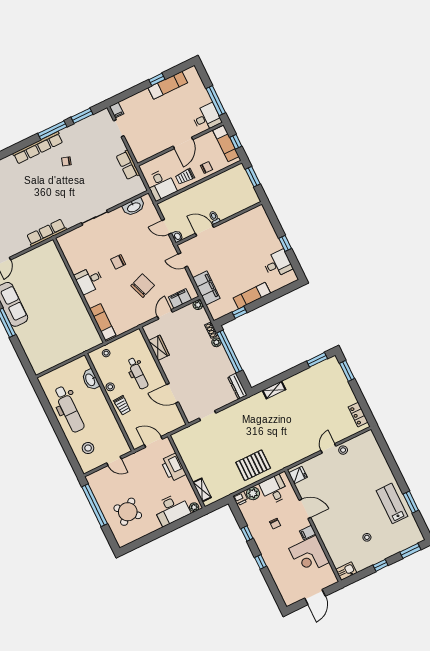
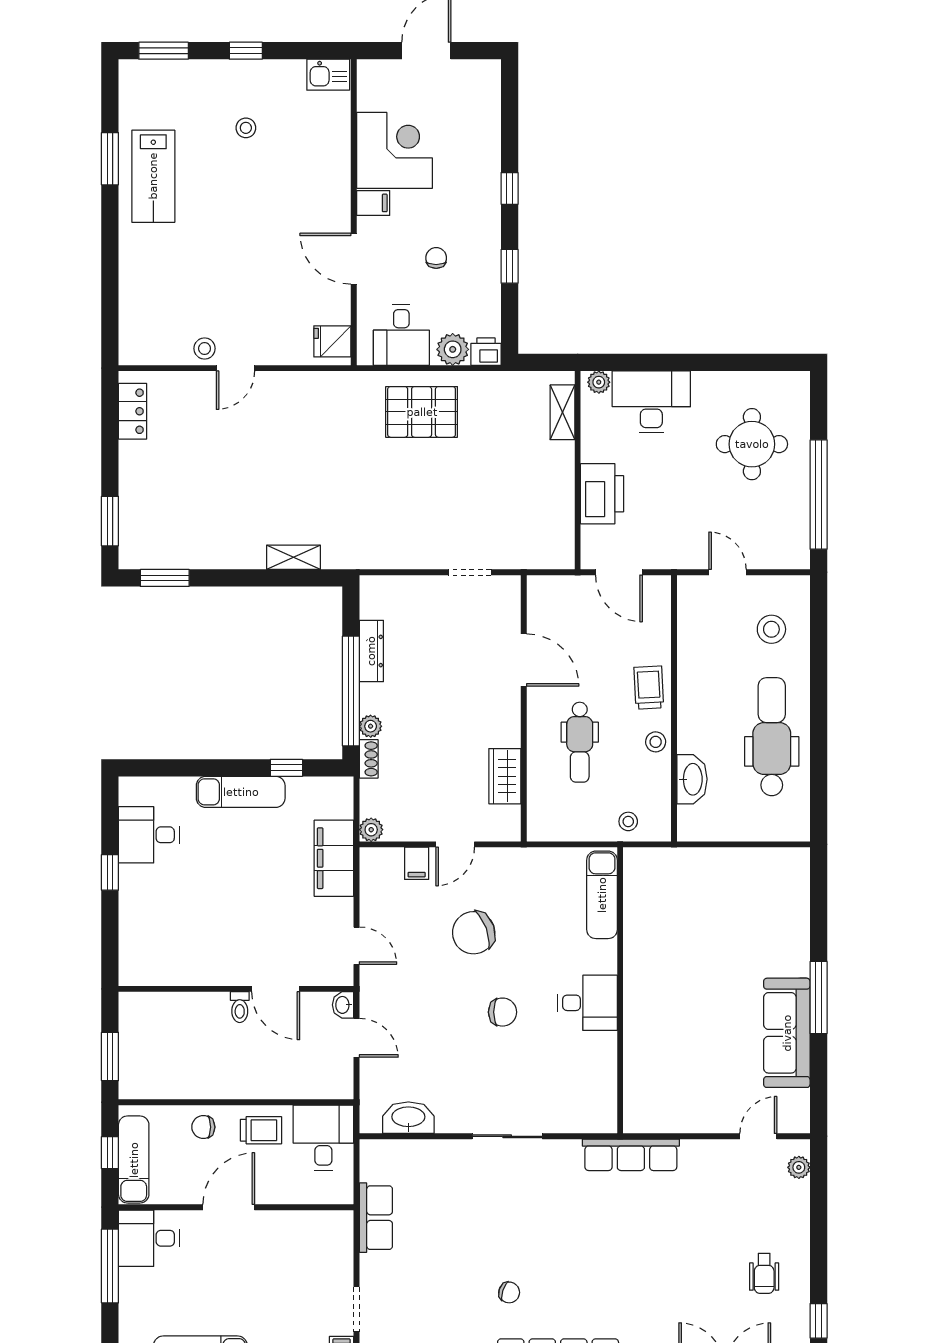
filing cabinet: (180, 299) -> (417, 863), width x0.50
dental chair: (138, 373) -> (580, 742), turned 180
dresser: (237, 386) -> (371, 651), moved
round table: (128, 512) -> (752, 444), turned 45

